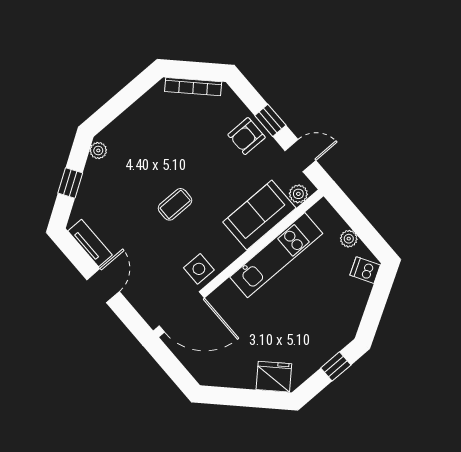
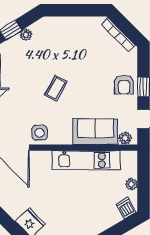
armchair: (247, 136) -> (124, 85), turned -90
plant: (98, 150) -> (26, 35), moved
coffee table: (175, 204) -> (56, 88), turned -61

